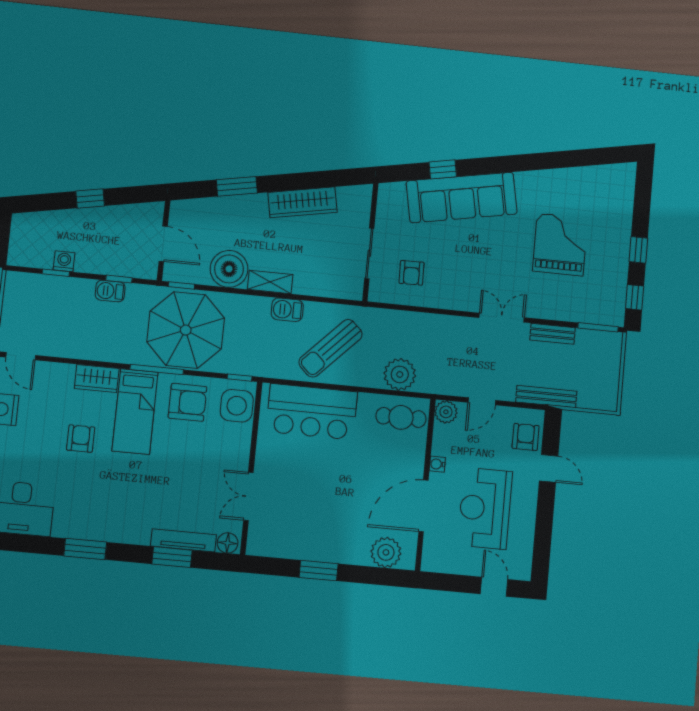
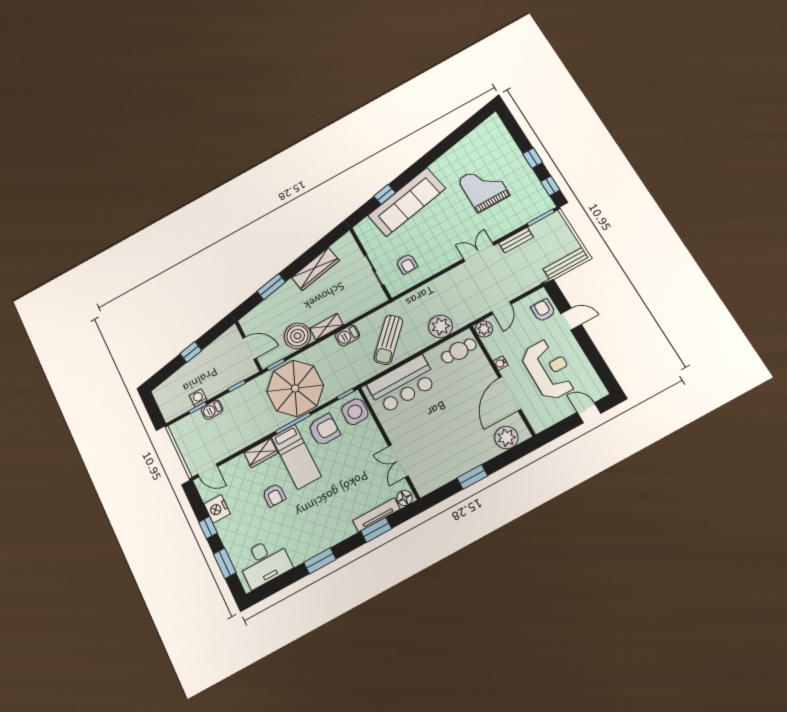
barbecue: (110, 291) -> (212, 410), moved
bench: (546, 397) -> (566, 263), moved
armchair: (81, 439) -> (274, 495), turned 180
reception desk: (485, 508) -> (549, 369), turned 180

